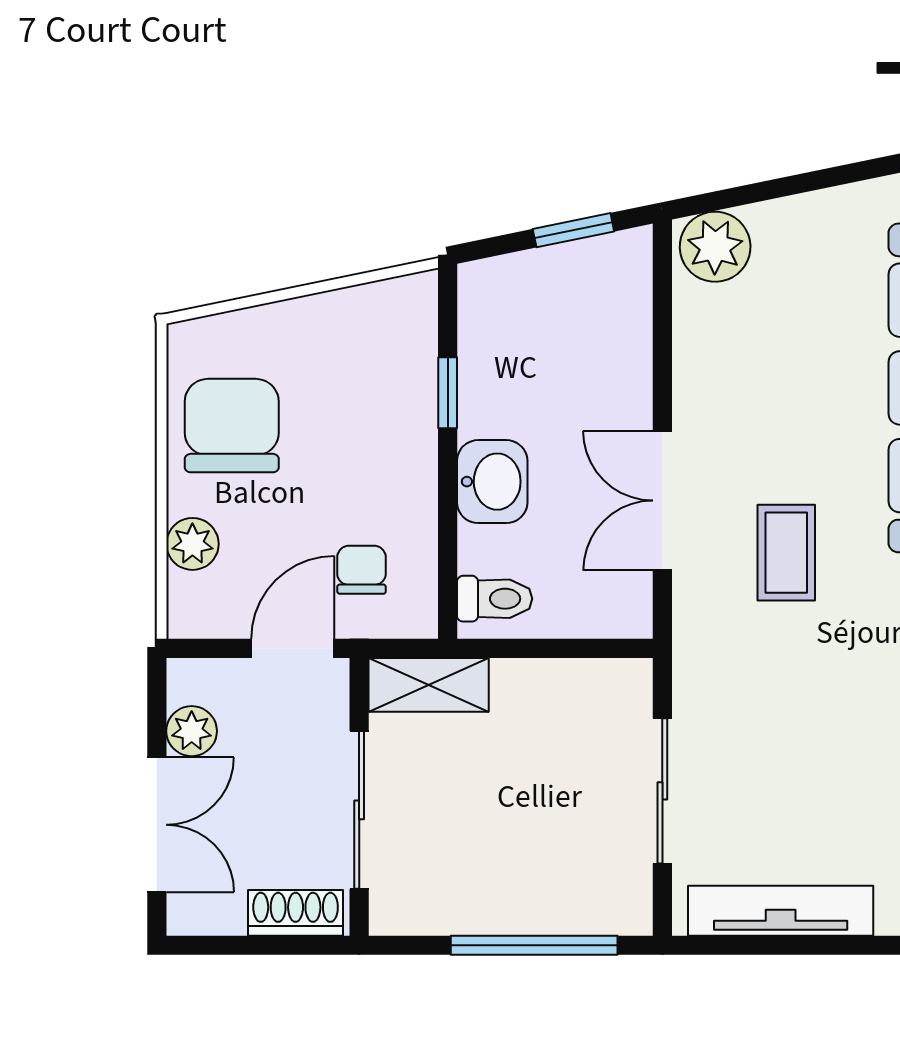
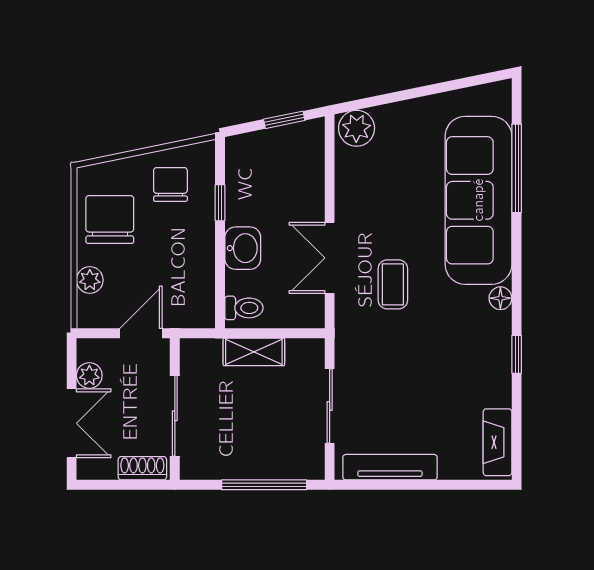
chair: (362, 570) -> (170, 184), moved, width x1.37, depth x1.37
shelving: (429, 685) -> (254, 352), moved

